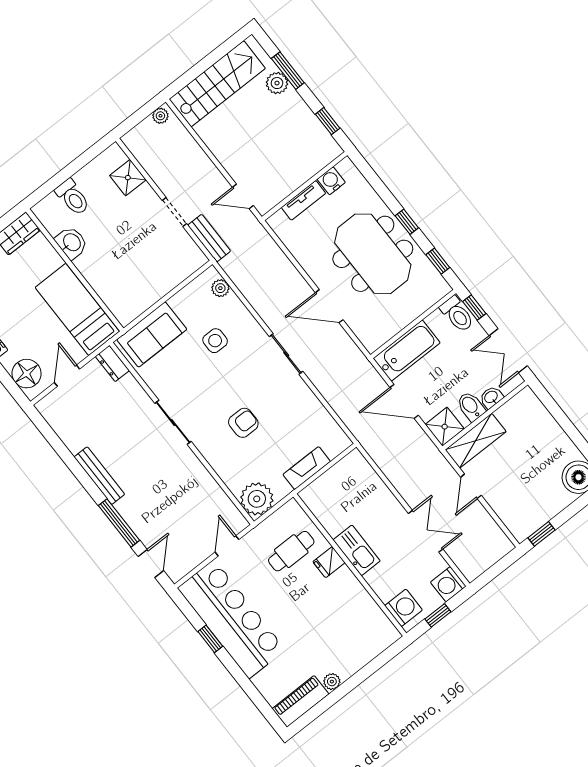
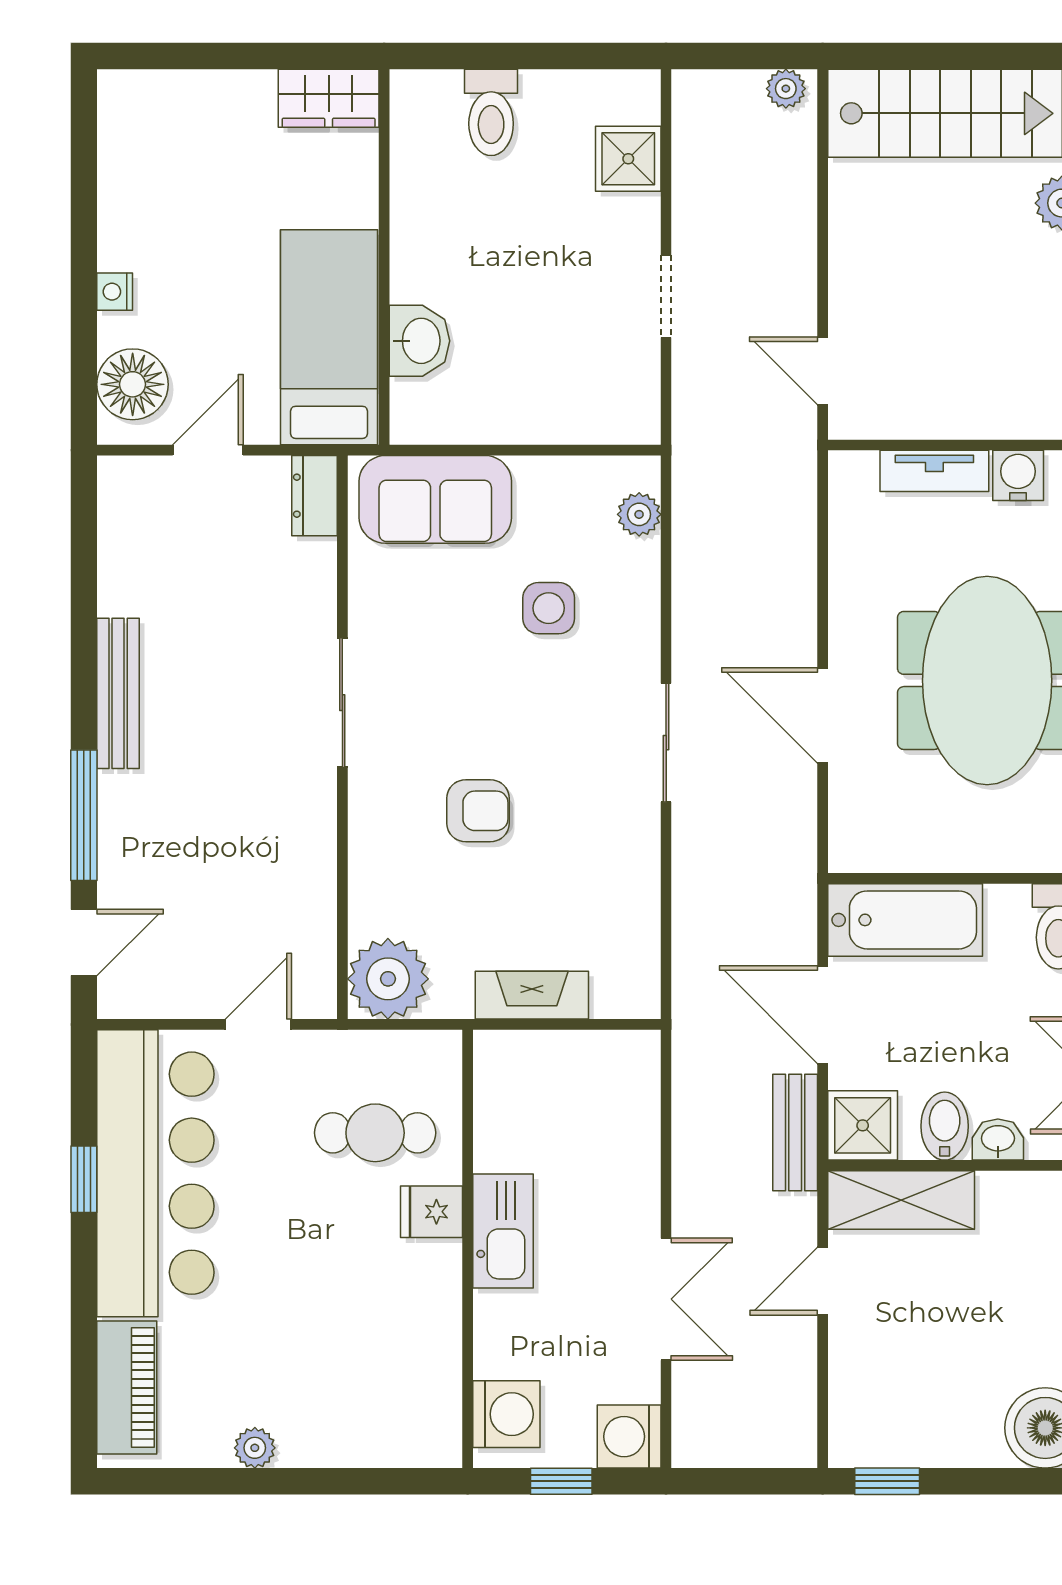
bench: (209, 238) -> (795, 1133), moved
washbasin: (71, 243) -> (419, 341), moved
piano: (300, 701) -> (127, 1388), moved, turned 90

